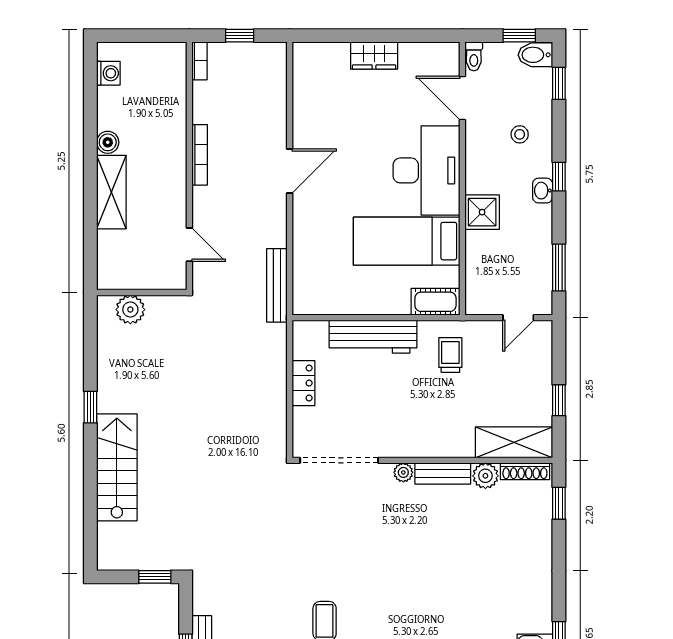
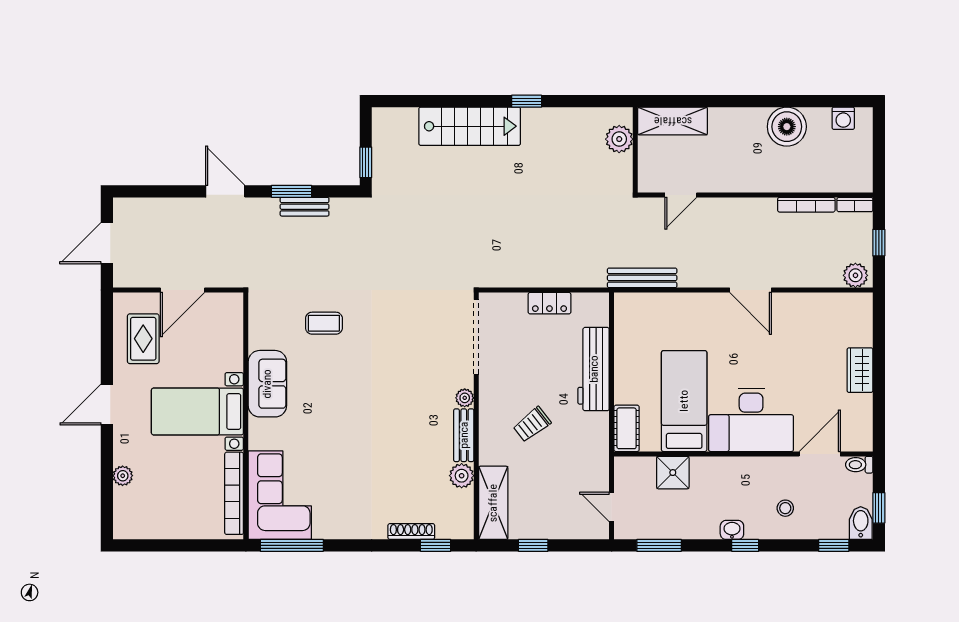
plant: (274, 60) -> (855, 275), added
boiler: (108, 142) -> (787, 127), width x1.86, depth x1.86
bookcase: (200, 155) -> (806, 205), moved
shelving: (111, 192) -> (673, 121), moved
shower: (482, 212) -> (673, 473), moved
trolley: (450, 355) -> (532, 424), moved, turned 142
shoe rack: (525, 471) -> (411, 531), moved, turned 90

